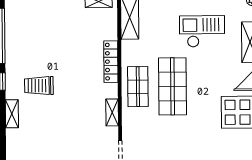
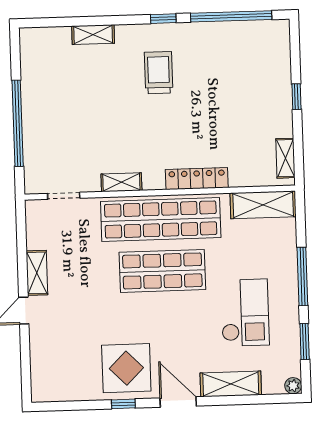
shop shelf: (138, 87) -> (161, 219), width x2.00, depth x1.36
shelving: (12, 114) -> (93, 35), moved

